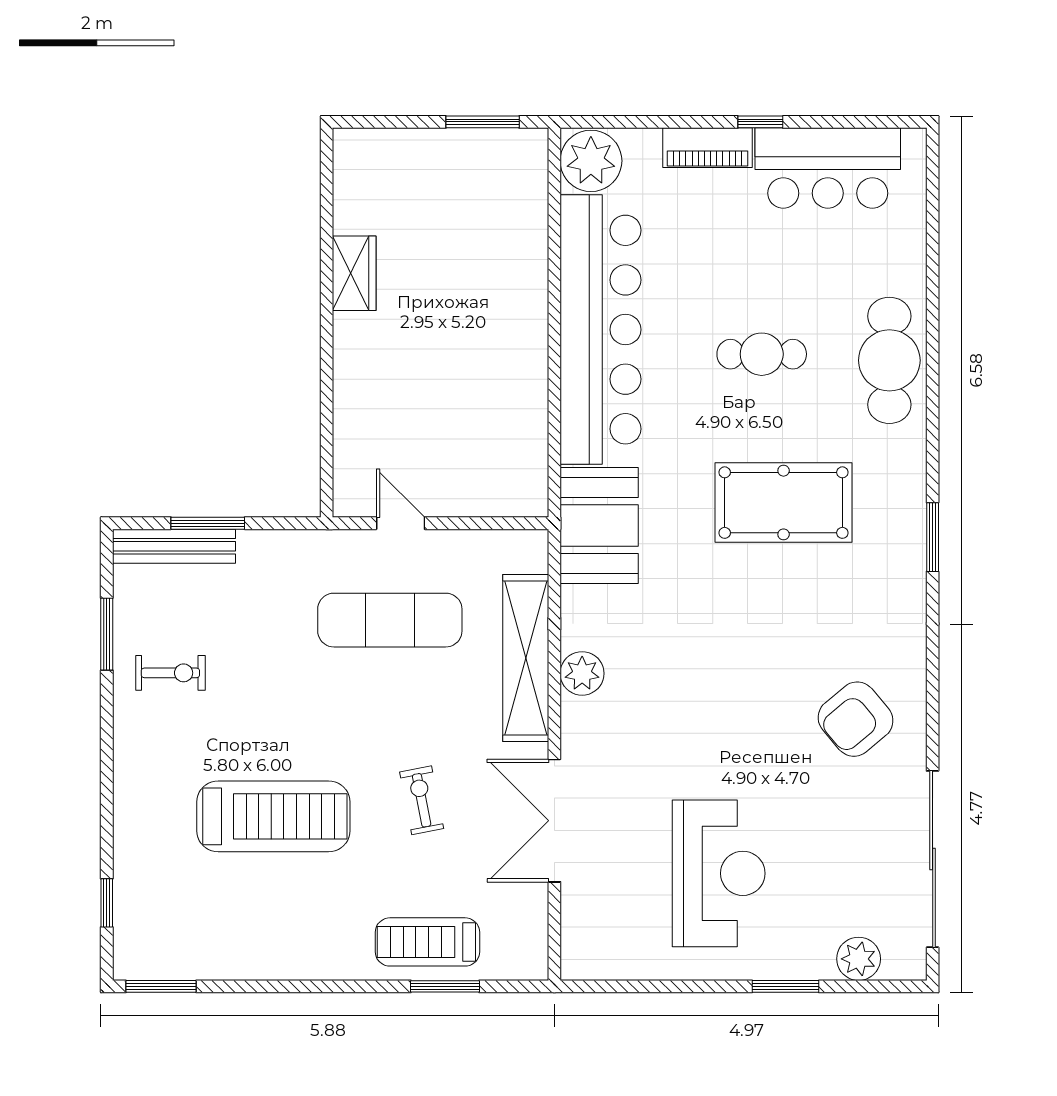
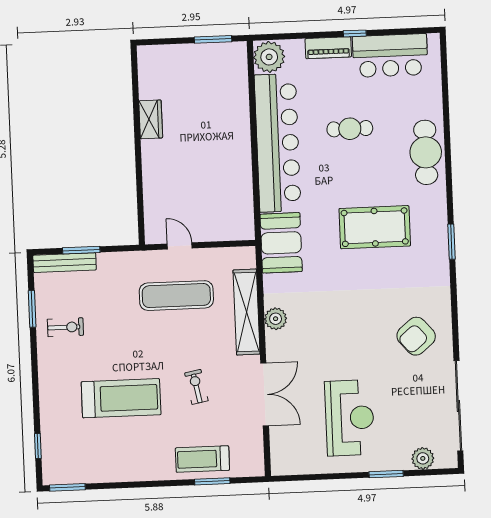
cafe table: (762, 354) -> (350, 129), moved
double door: (554, 821) -> (265, 394), swing flipped

